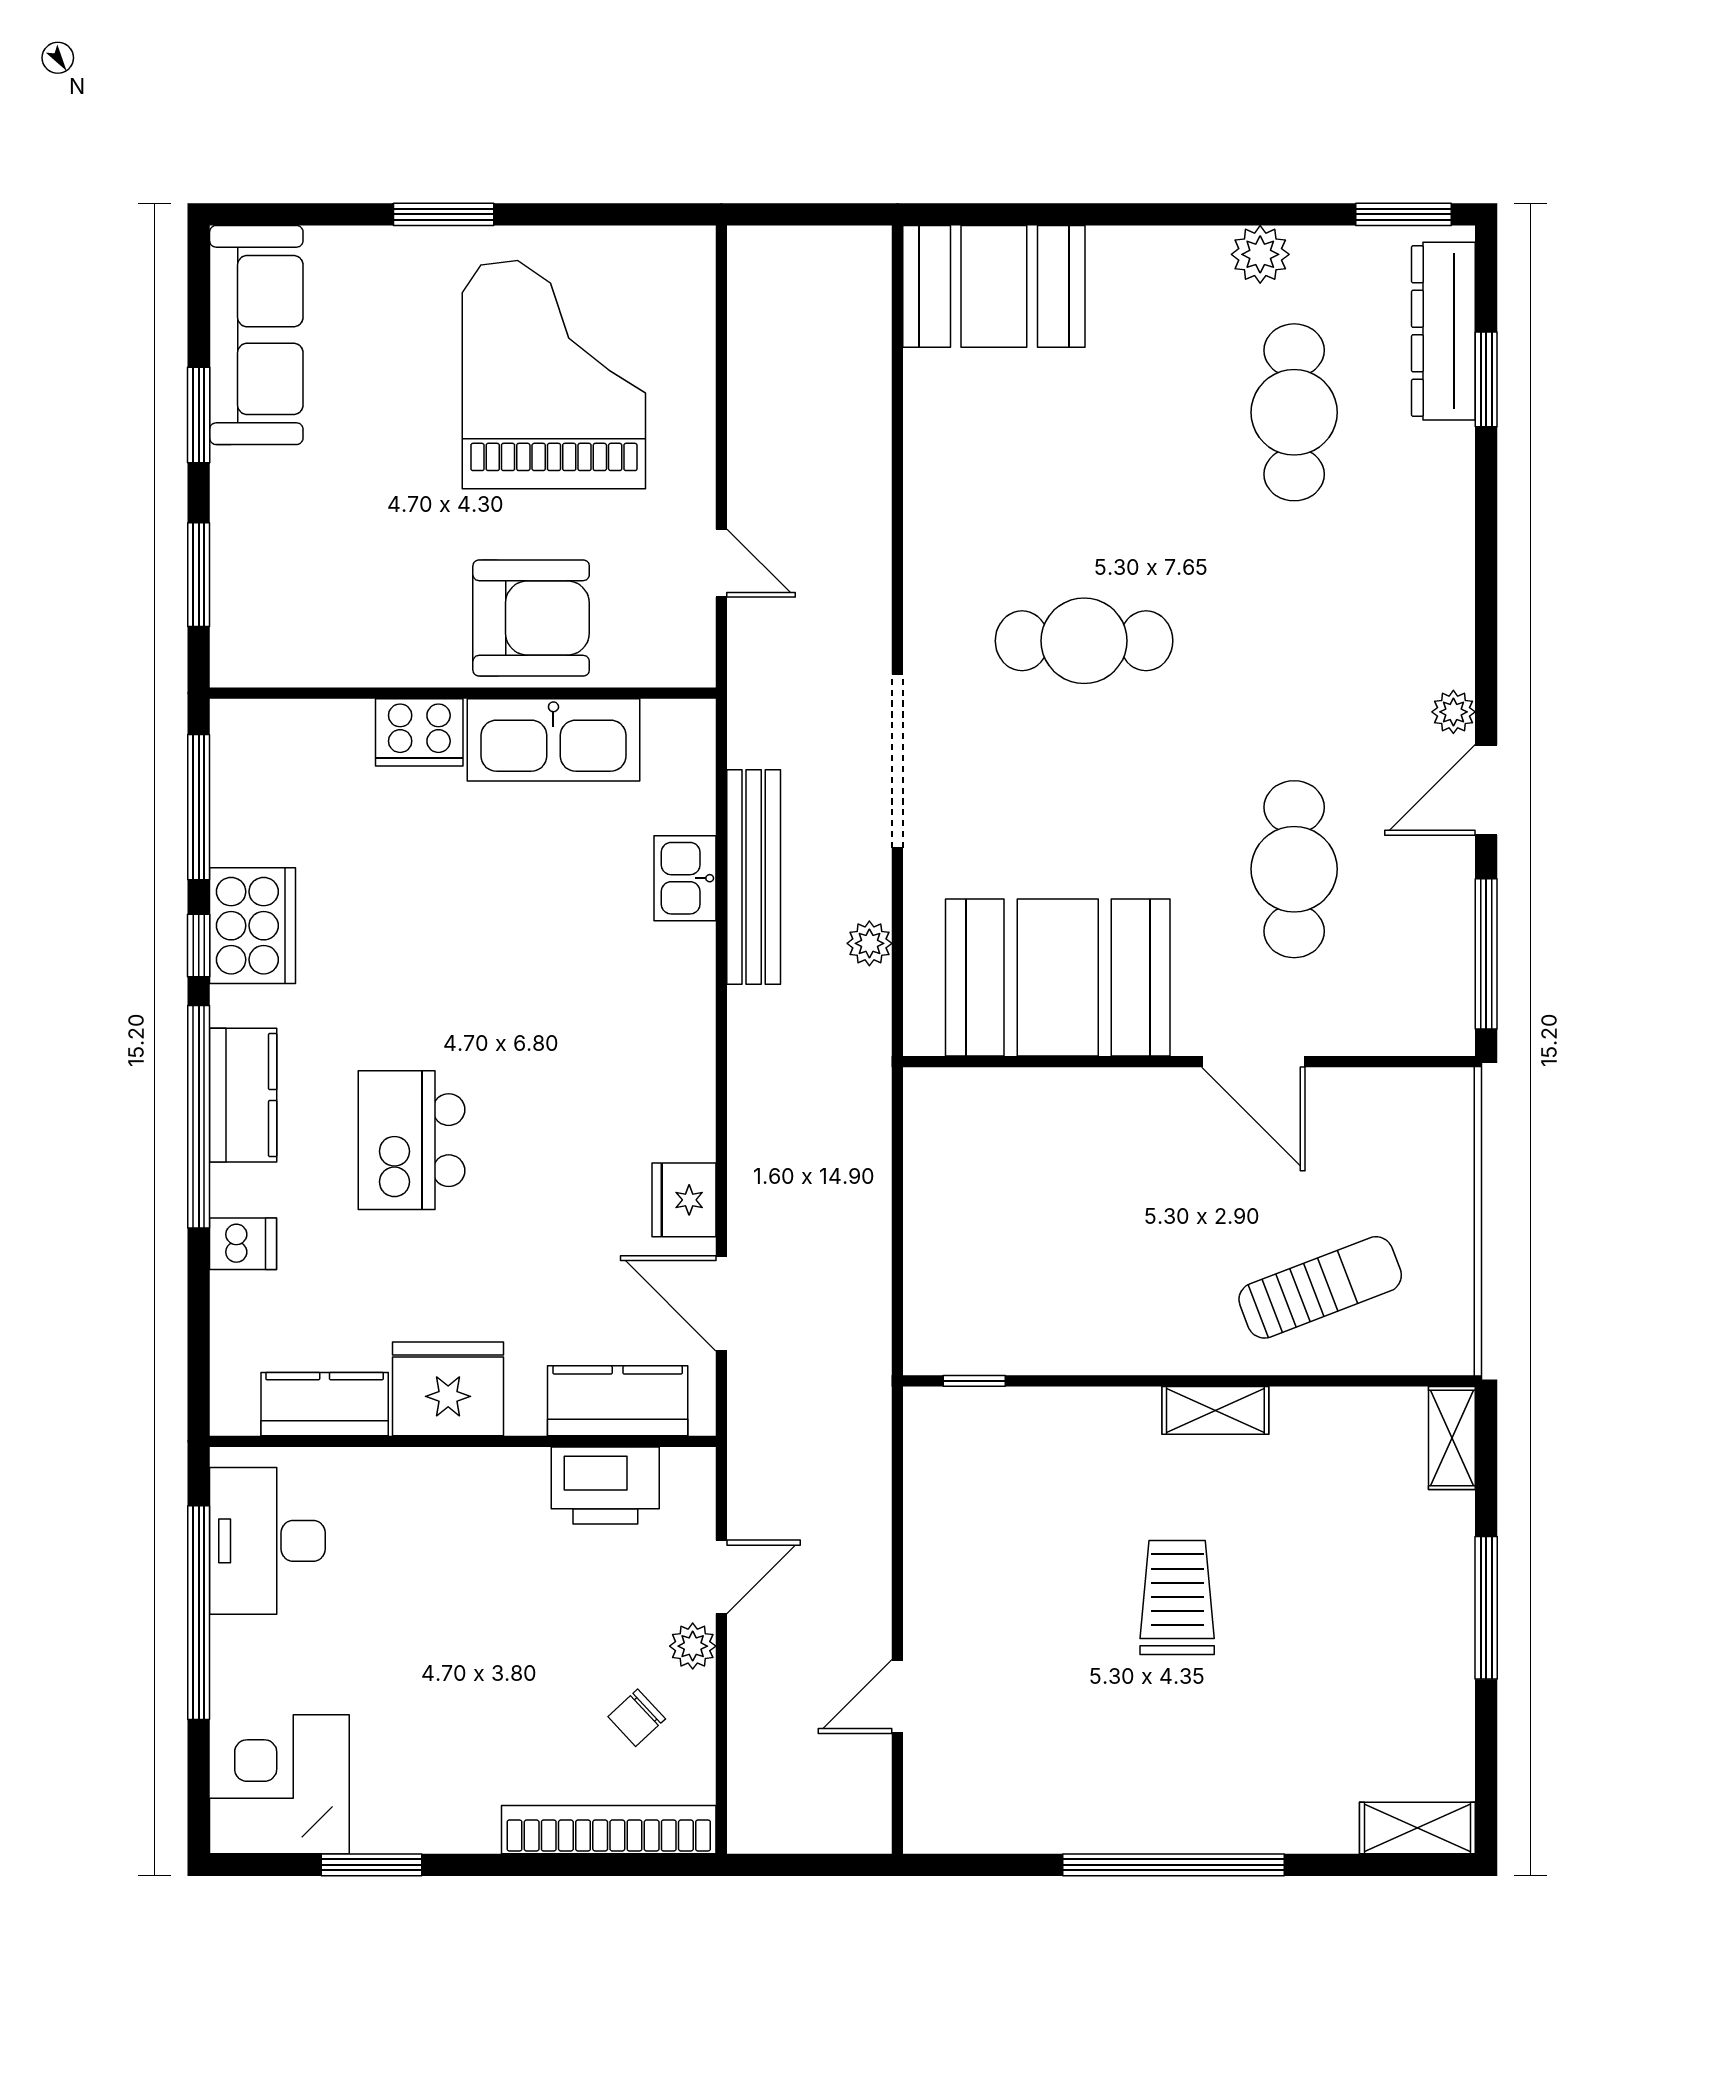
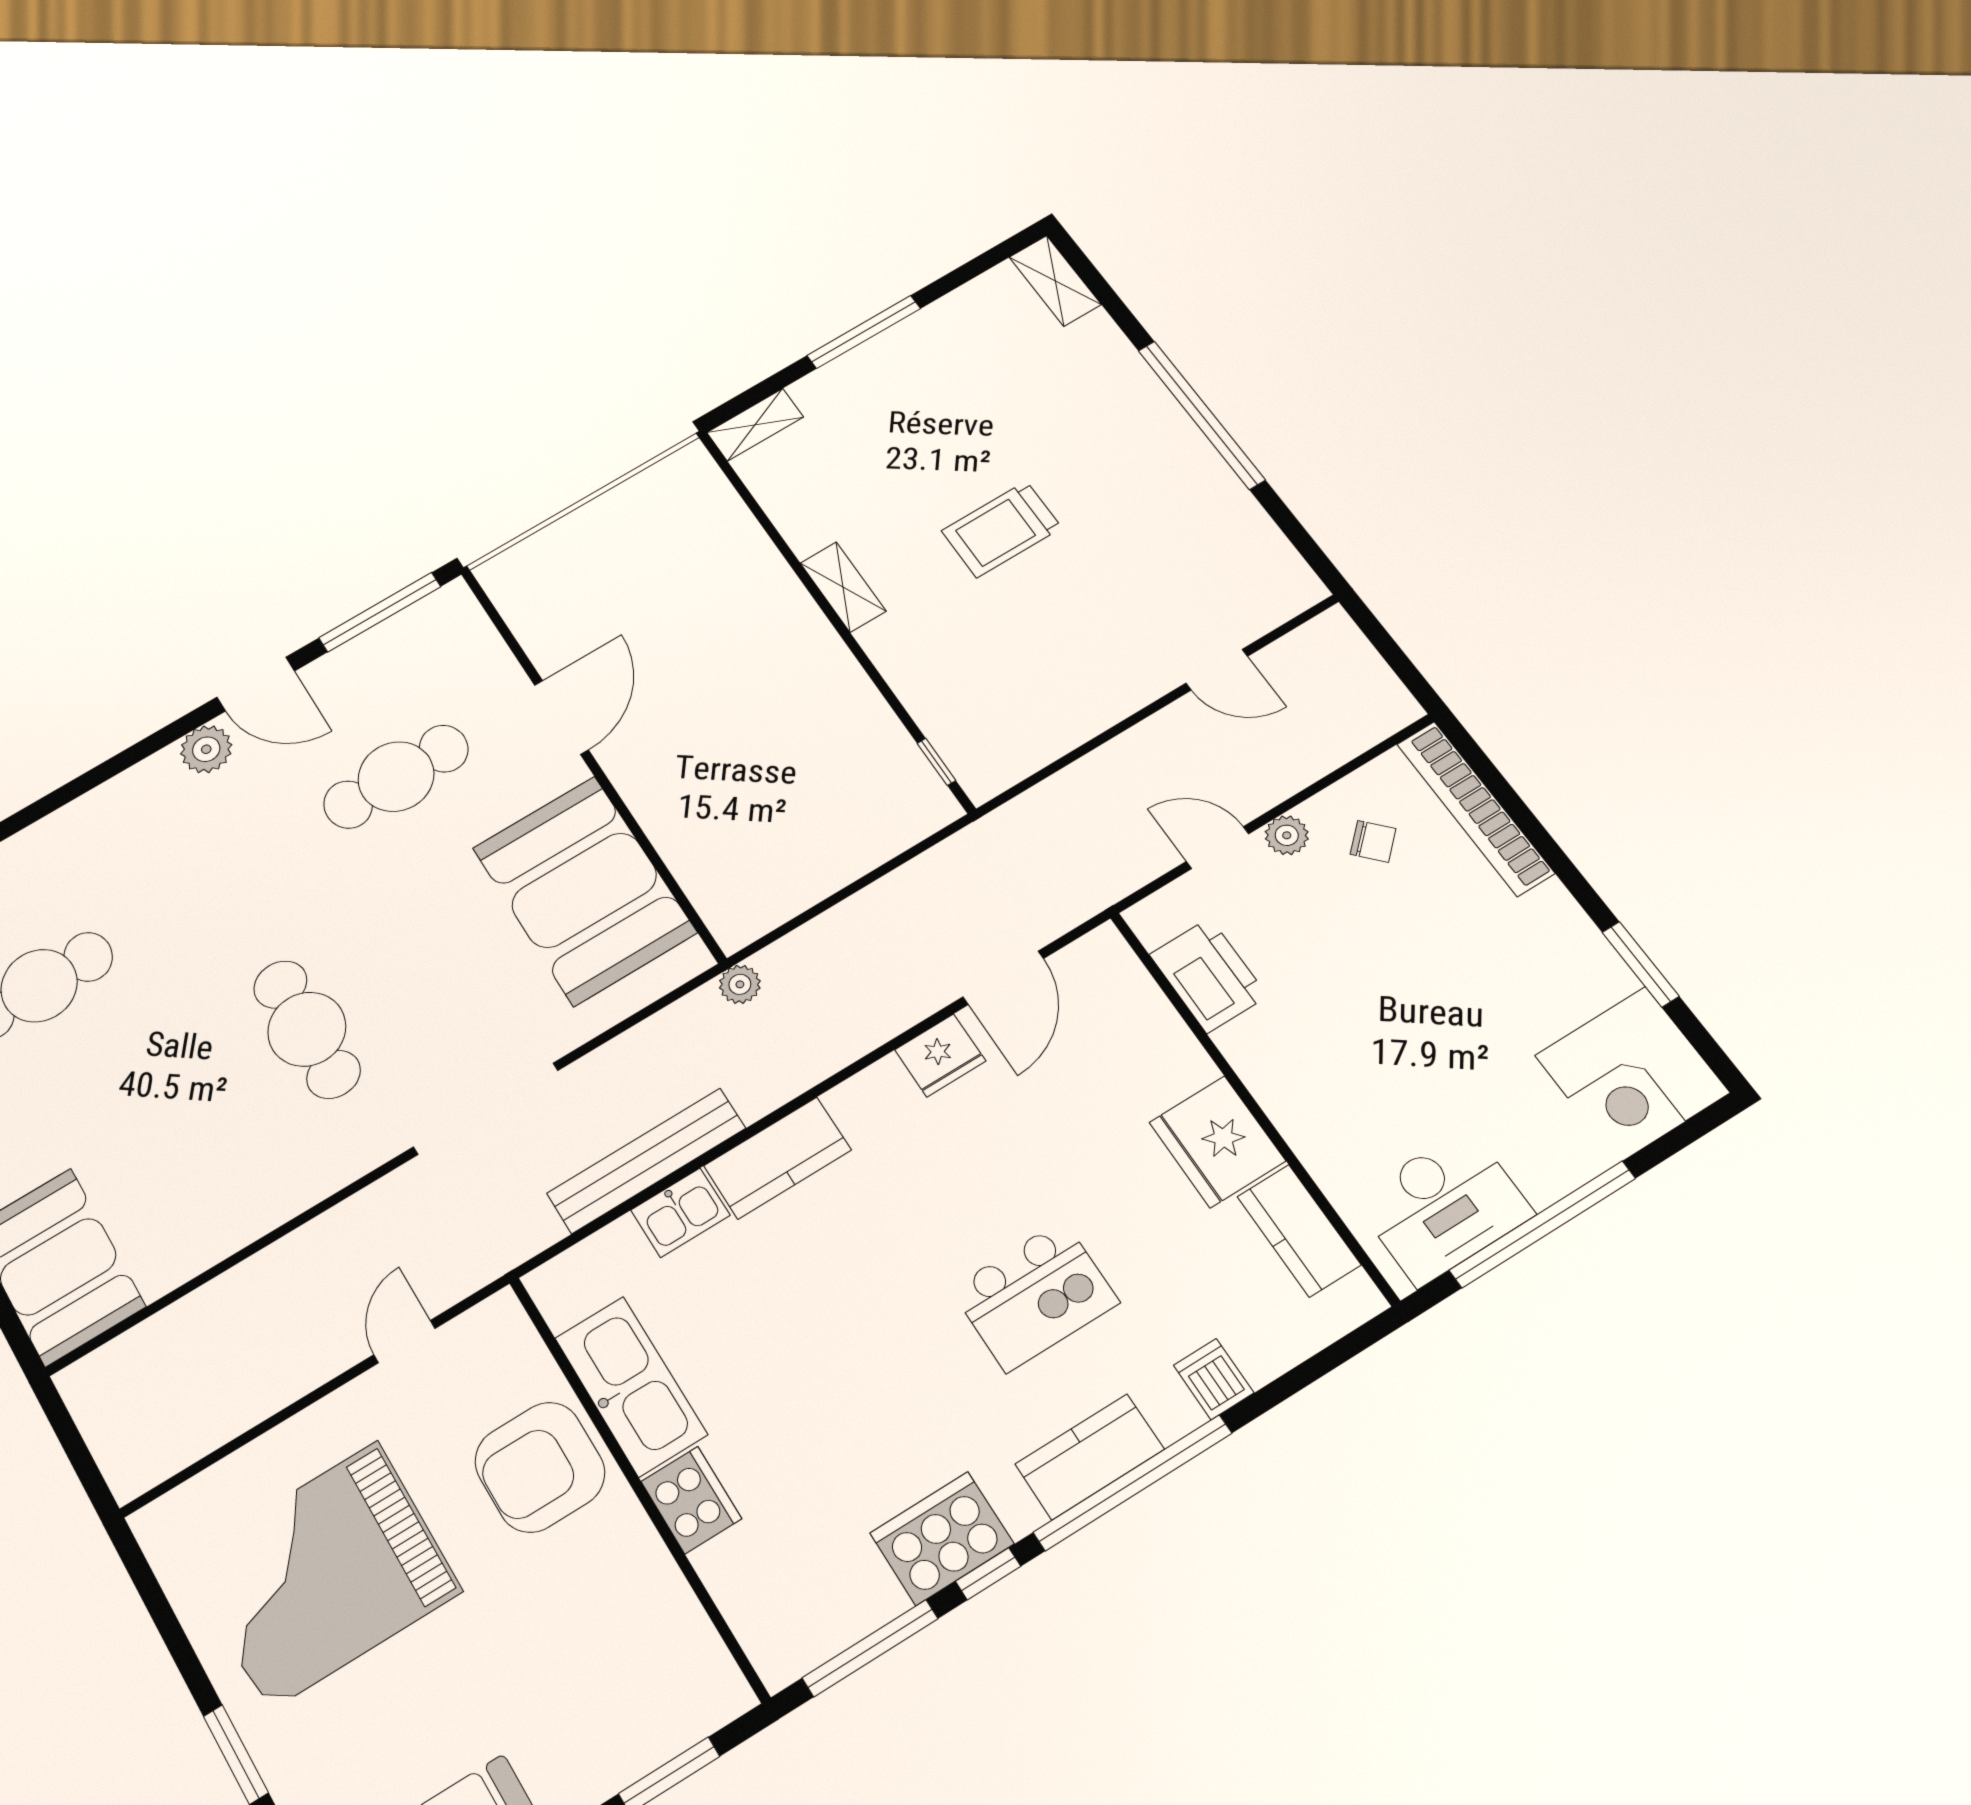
armchair: (531, 618) -> (540, 1467), turned -90
plant: (1453, 712) -> (206, 749), width x1.38, depth x1.38
plant: (869, 943) -> (740, 984), moved
sun lounger: (1320, 1287) -> (703, 573), removed
kitchen counter: (618, 1401) -> (777, 1158), moved, turned -90

